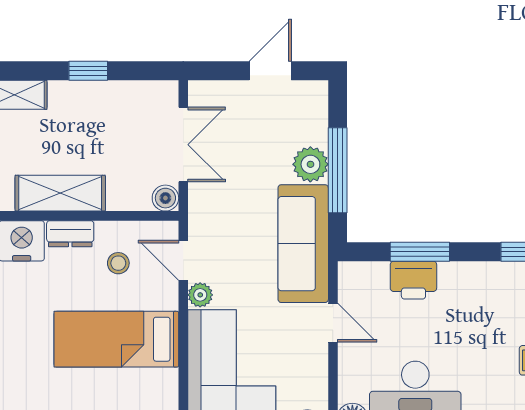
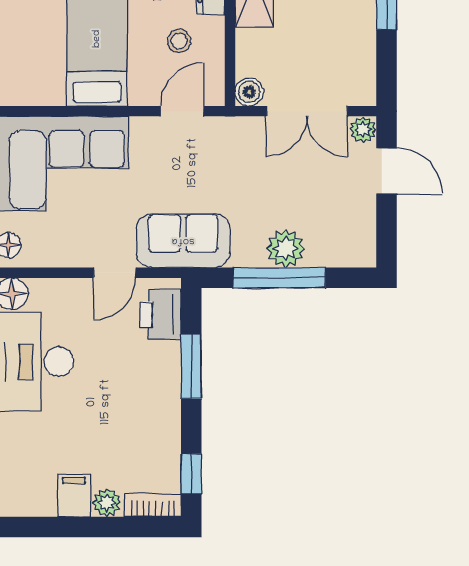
door: (270, 71) -> (387, 171), moved
sofa: (303, 244) -> (183, 241), width x0.73
printer: (413, 280) -> (161, 315), moved
plant: (200, 295) -> (363, 129), moved

